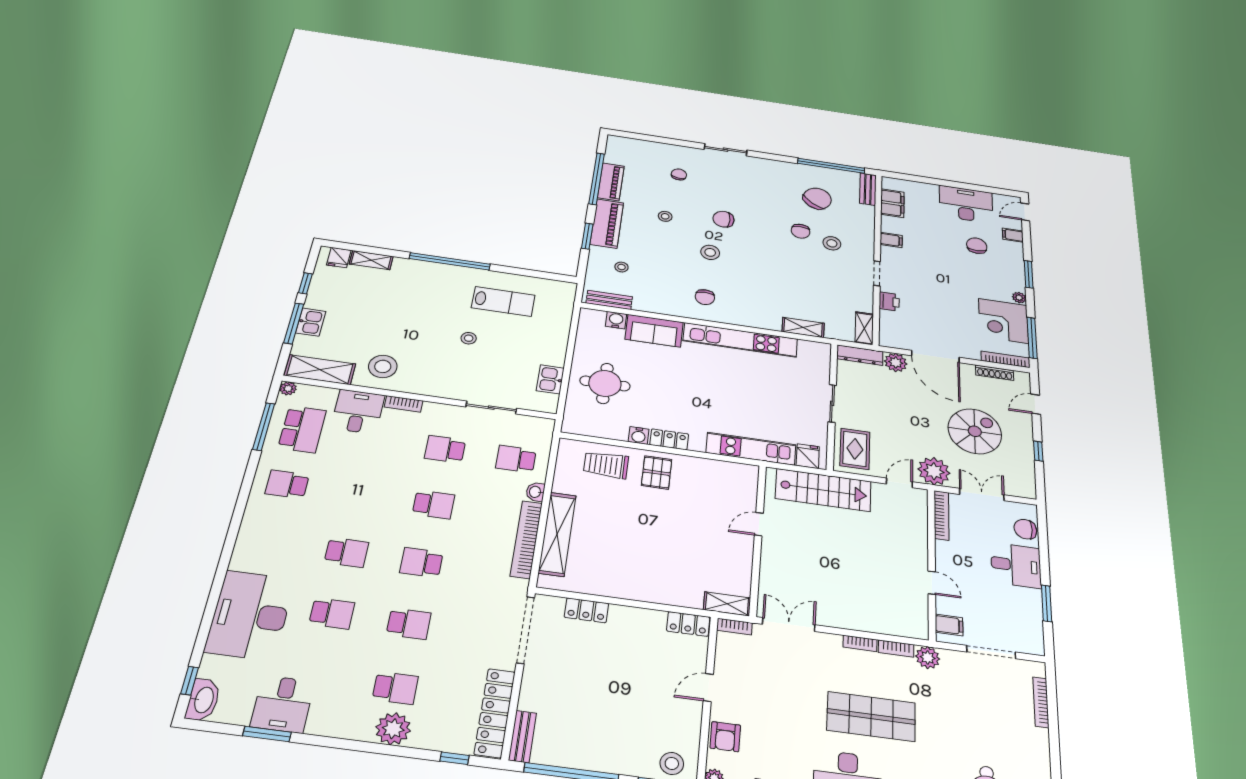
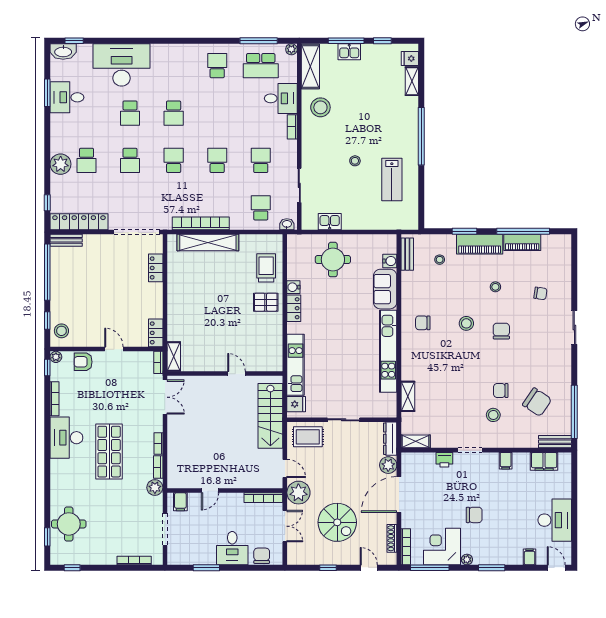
chair: (977, 246) -> (474, 515), moved
washbasin: (535, 492) -> (287, 224), moved
school desk: (434, 504) -> (217, 160), turned 180

